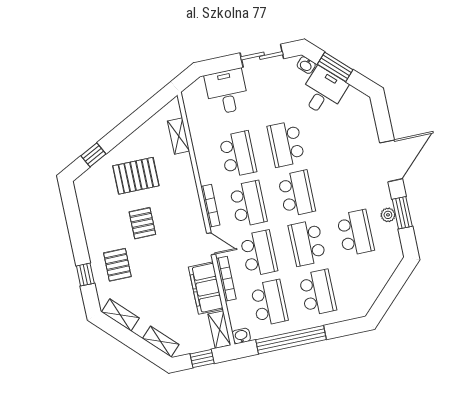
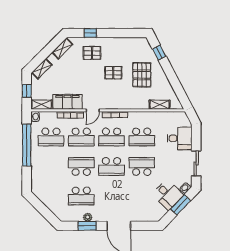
school desk: (318, 293) -> (51, 166), removed

